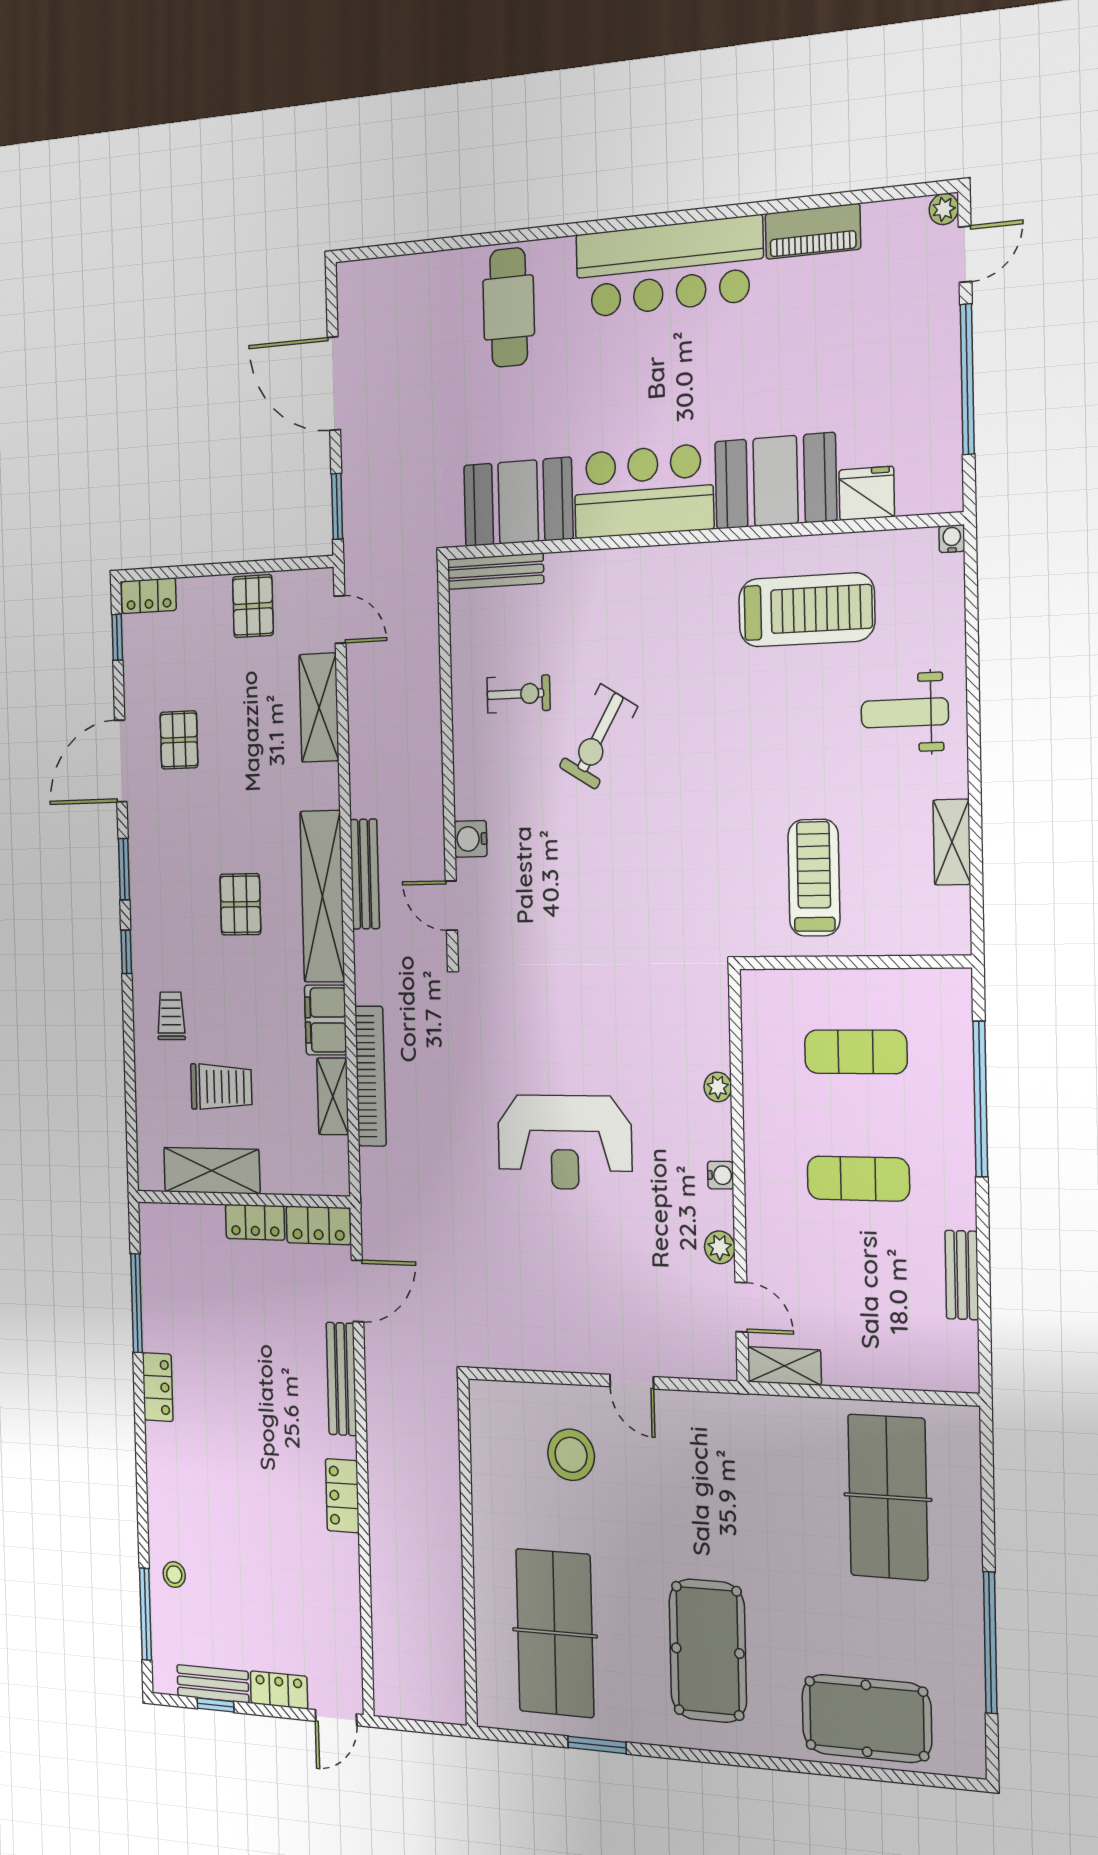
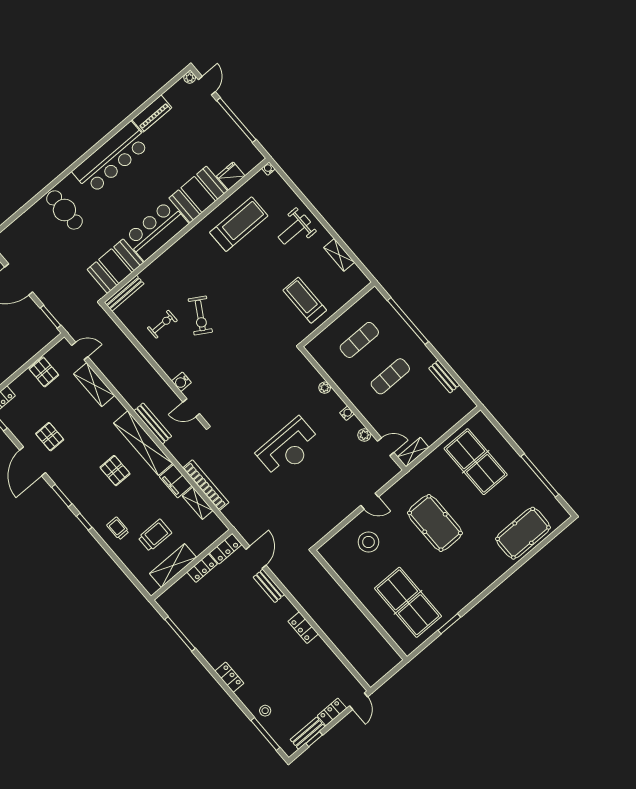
bench: (341, 1379) -> (269, 586), width x0.73
locker: (158, 1387) -> (229, 677), moved
pool table: (708, 1651) -> (435, 523), moved

